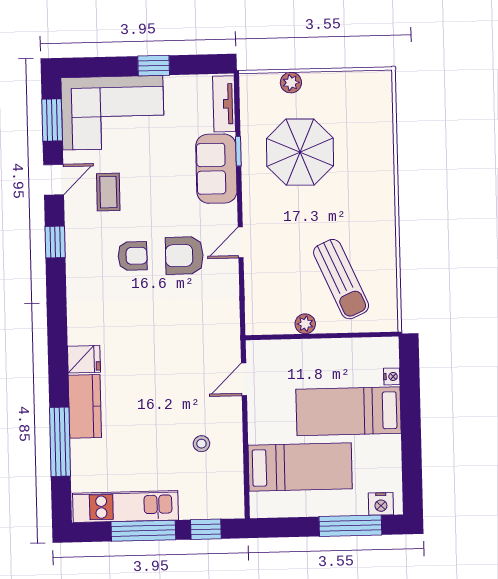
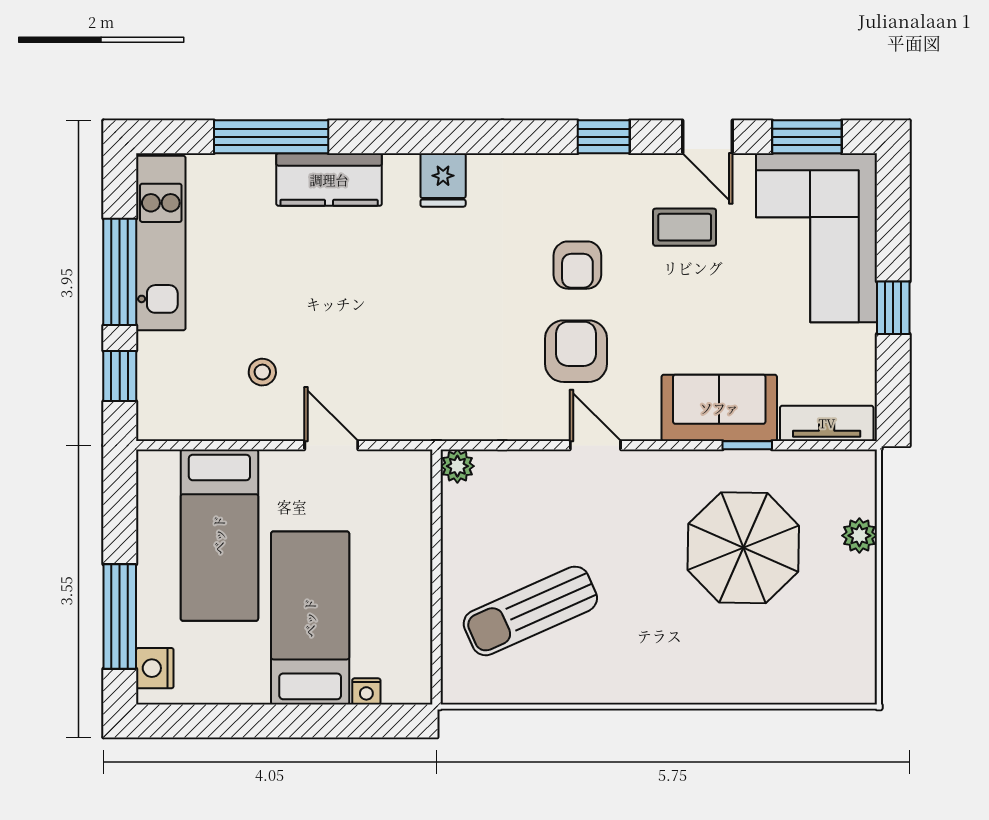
plant: (305, 324) -> (457, 466), moved
fridge: (84, 359) -> (443, 180), moved
door: (244, 379) -> (331, 445), moved

